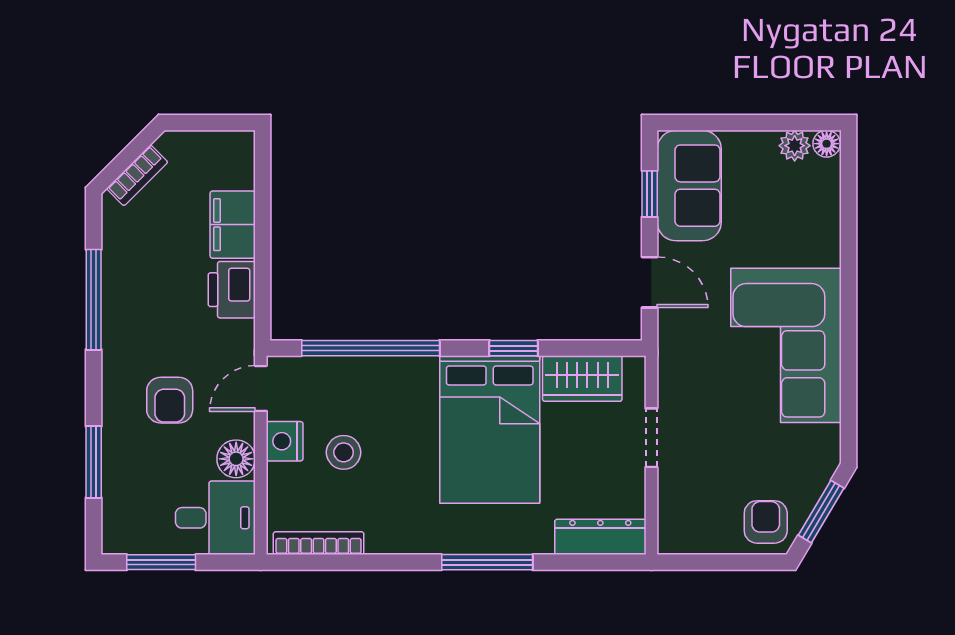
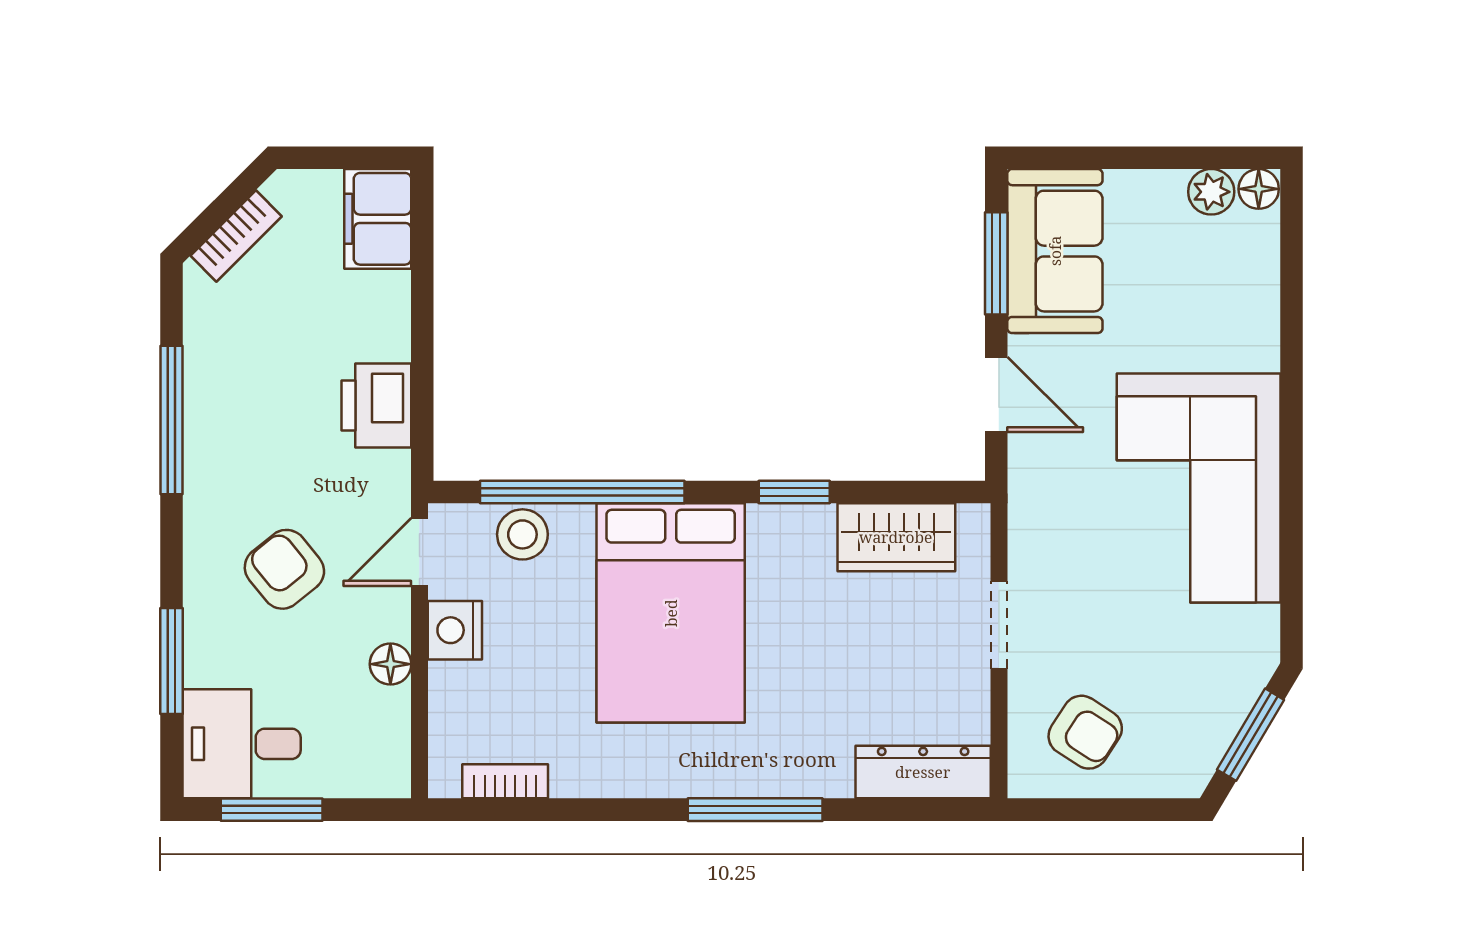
window: (650, 194) -> (996, 263), width x1.50
filing cabinet: (233, 225) -> (378, 219), moved
armchair: (170, 400) -> (284, 569), turned 141
bed: (490, 430) -> (671, 613), moved
stool: (344, 452) -> (522, 534), moved
floor lamp: (236, 459) -> (390, 664), width x0.73, depth x0.73
desk: (215, 518) -> (242, 744), moved, turned 180
armchair: (766, 522) -> (1085, 732), moved, turned 123
bookcase: (319, 543) -> (505, 781), width x0.64

